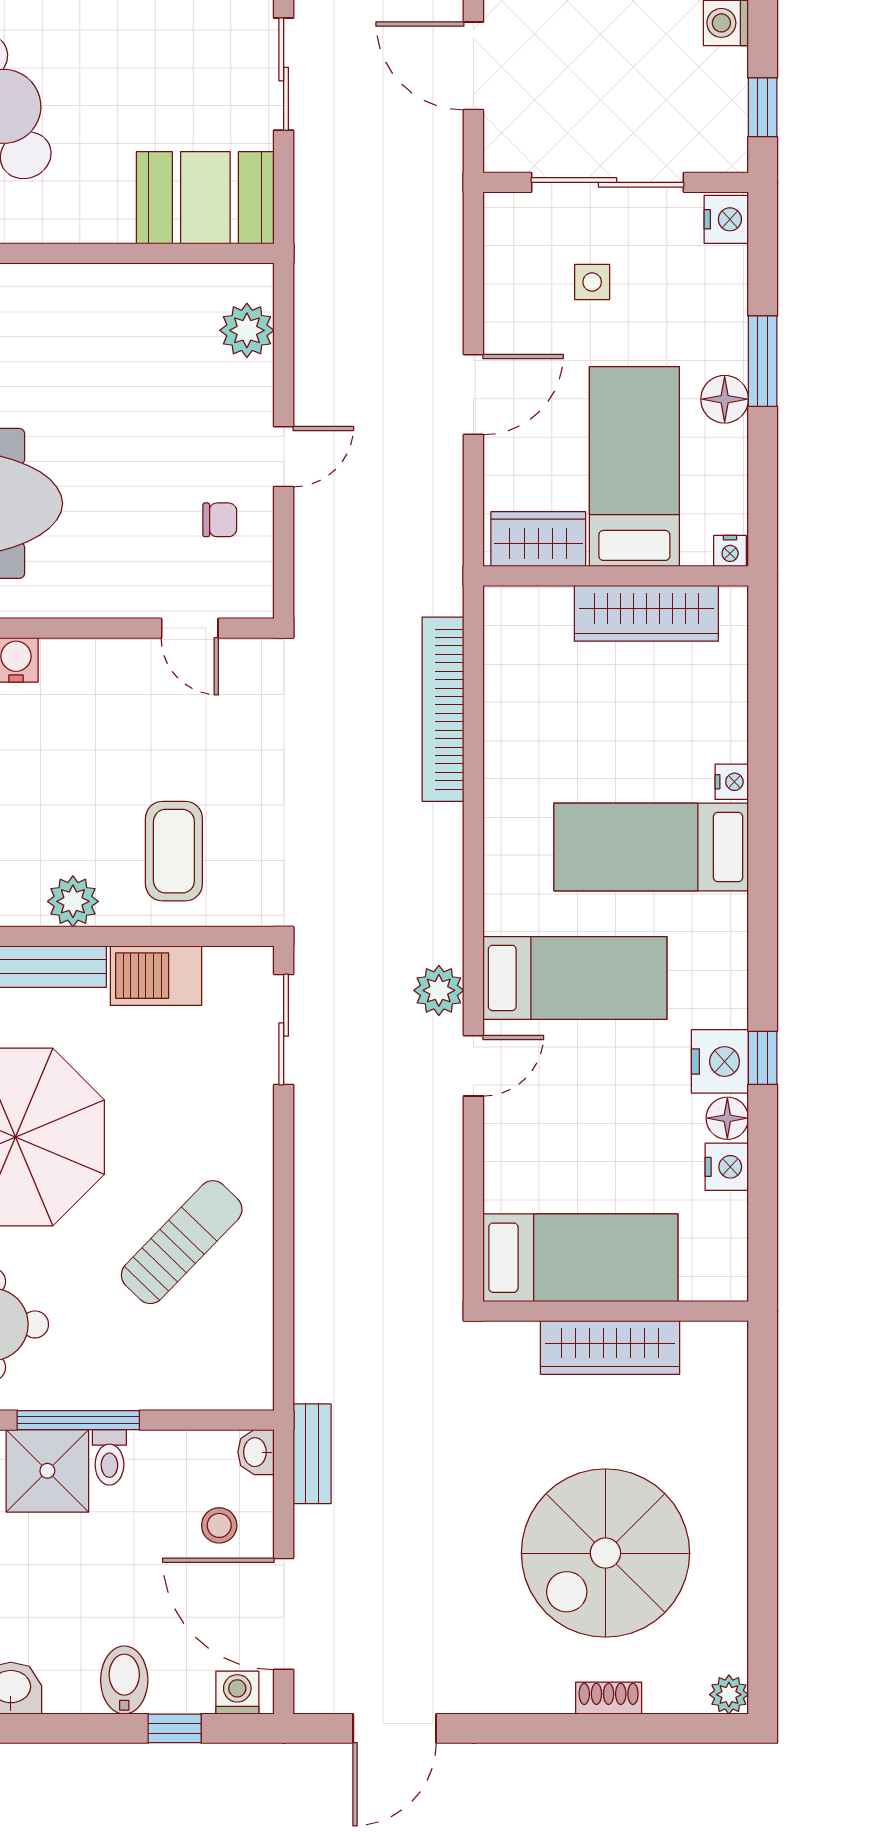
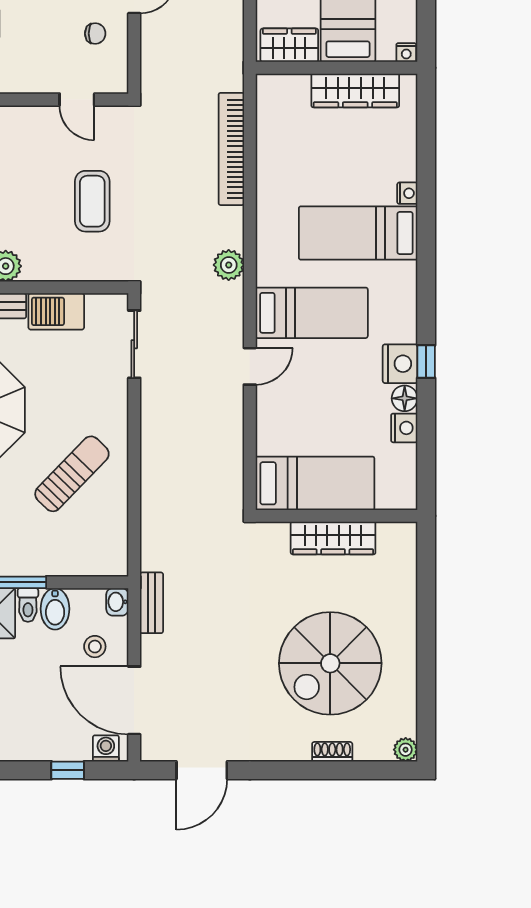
coffee table: (174, 851) -> (92, 201), moved
plant: (439, 990) -> (229, 265), moved
bidet: (124, 1680) -> (55, 609), moved, turned 180

